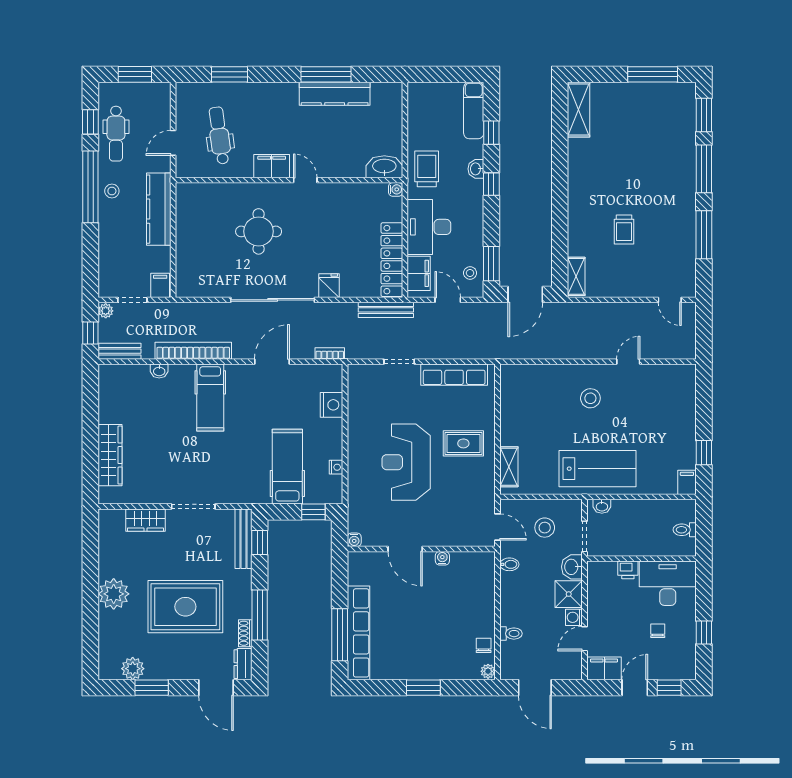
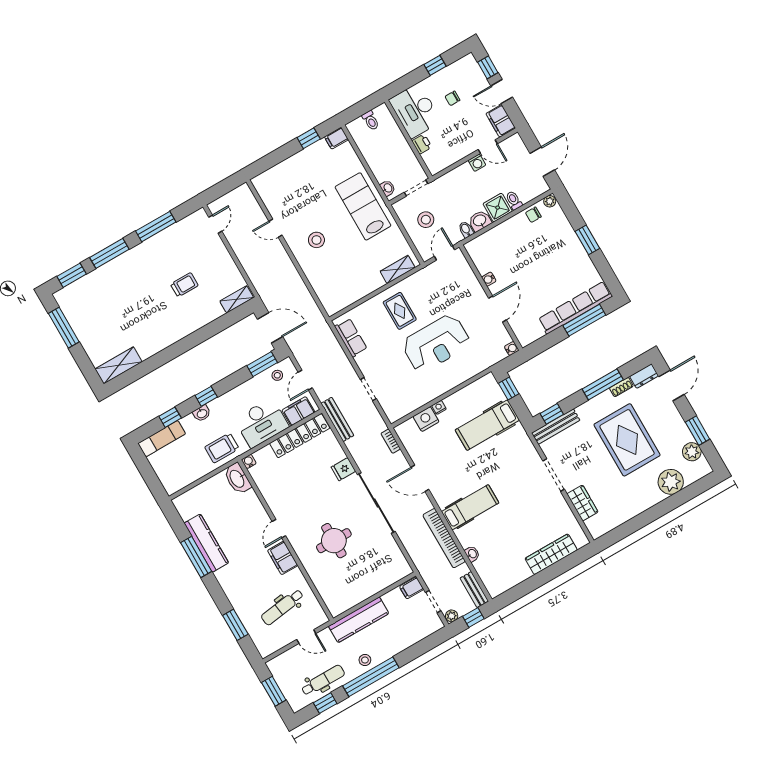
row of seats: (454, 375) -> (351, 338), width x0.68
nightstand: (336, 467) -> (439, 407), moved
washbasin: (572, 567) -> (480, 221), moved, turned 180
plant: (114, 594) -> (671, 482), moved
shower: (569, 594) -> (498, 208), moved

